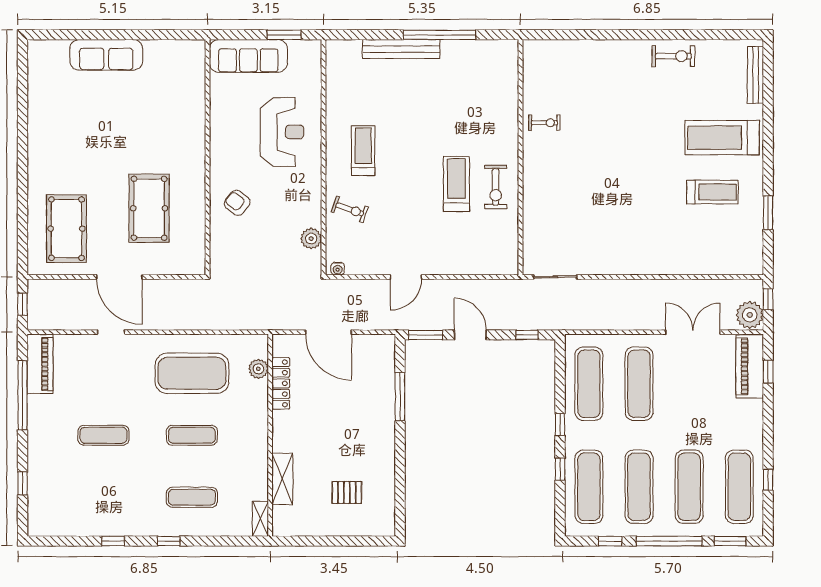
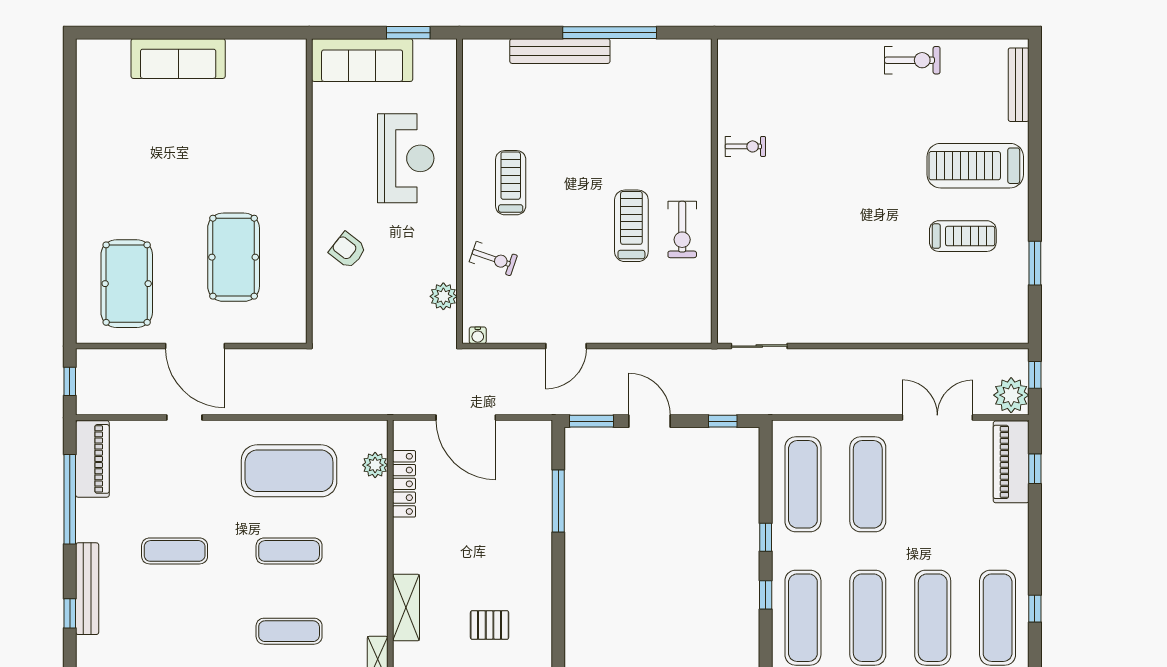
bench: (36, 464) -> (87, 589), added

